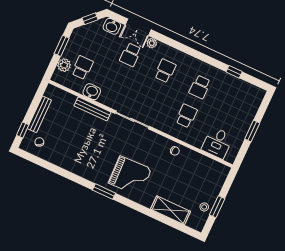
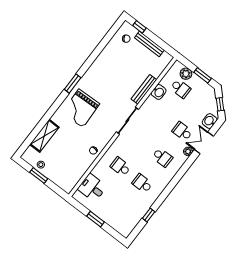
school desk: (186, 116) -> (121, 167), turned 180

